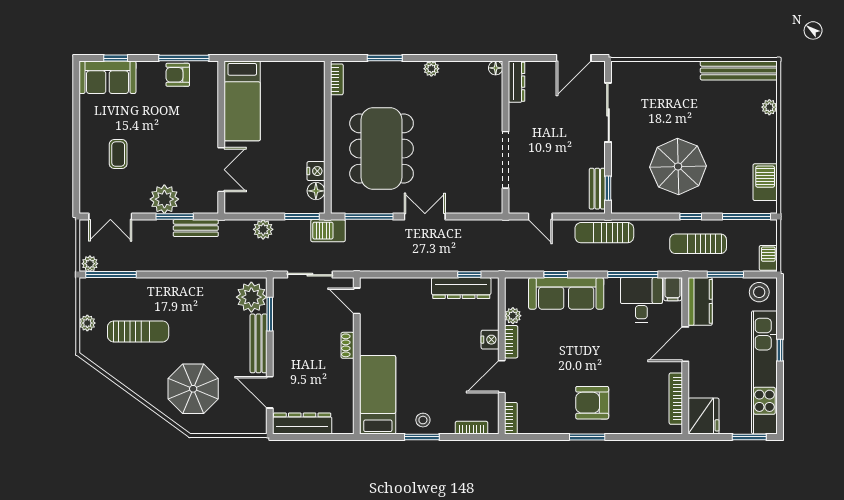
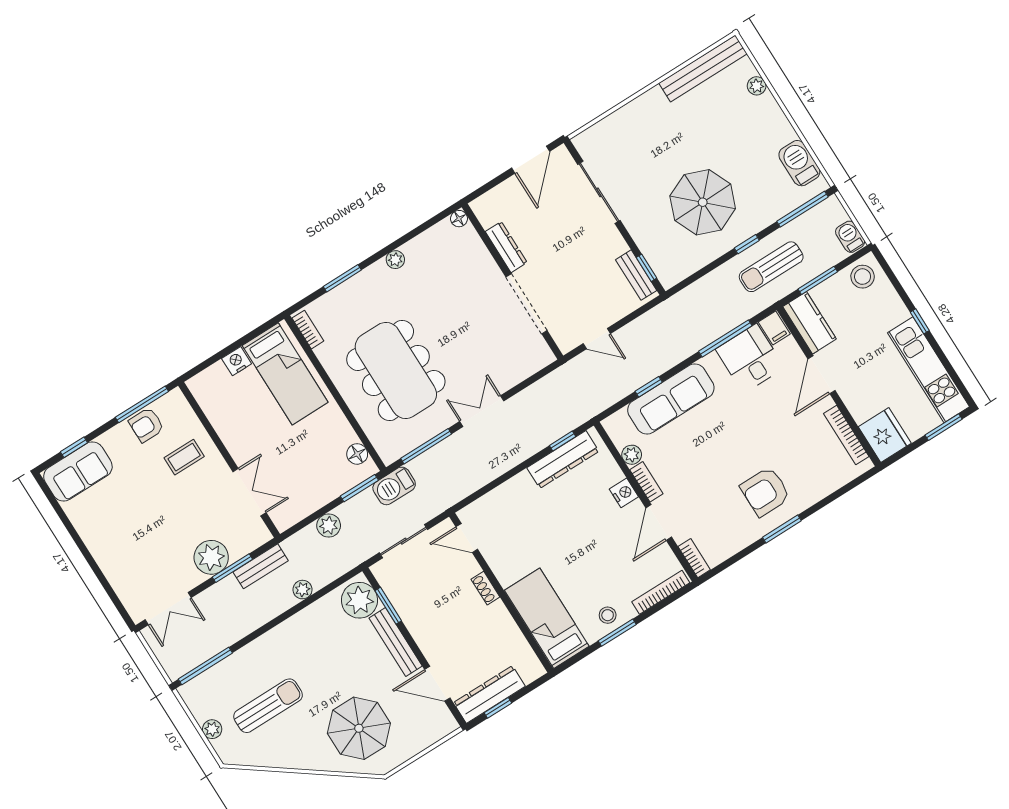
dresser: (517, 82) -> (506, 247), moved
bed: (242, 101) -> (285, 374), moved
coffee table: (118, 154) -> (184, 457), moved, turned 90
nightstand: (316, 171) -> (237, 361), moved, turned -90
sun lounger: (604, 233) -> (671, 314), removed
plant: (90, 264) -> (303, 590), moved
kitchen unit: (764, 372) -> (928, 370), width x0.73
bookcase: (471, 428) -> (661, 592), width x1.56
window: (302, 437) -> (498, 708), added

